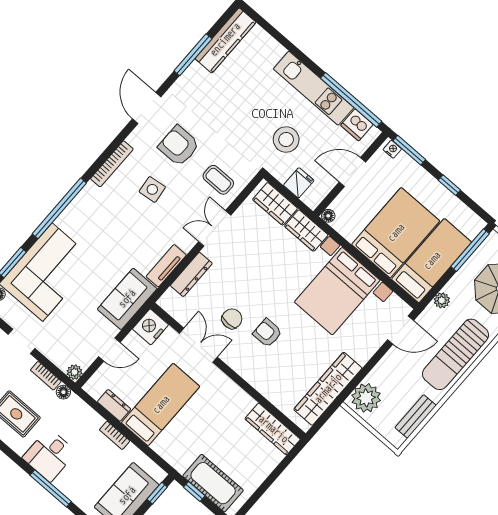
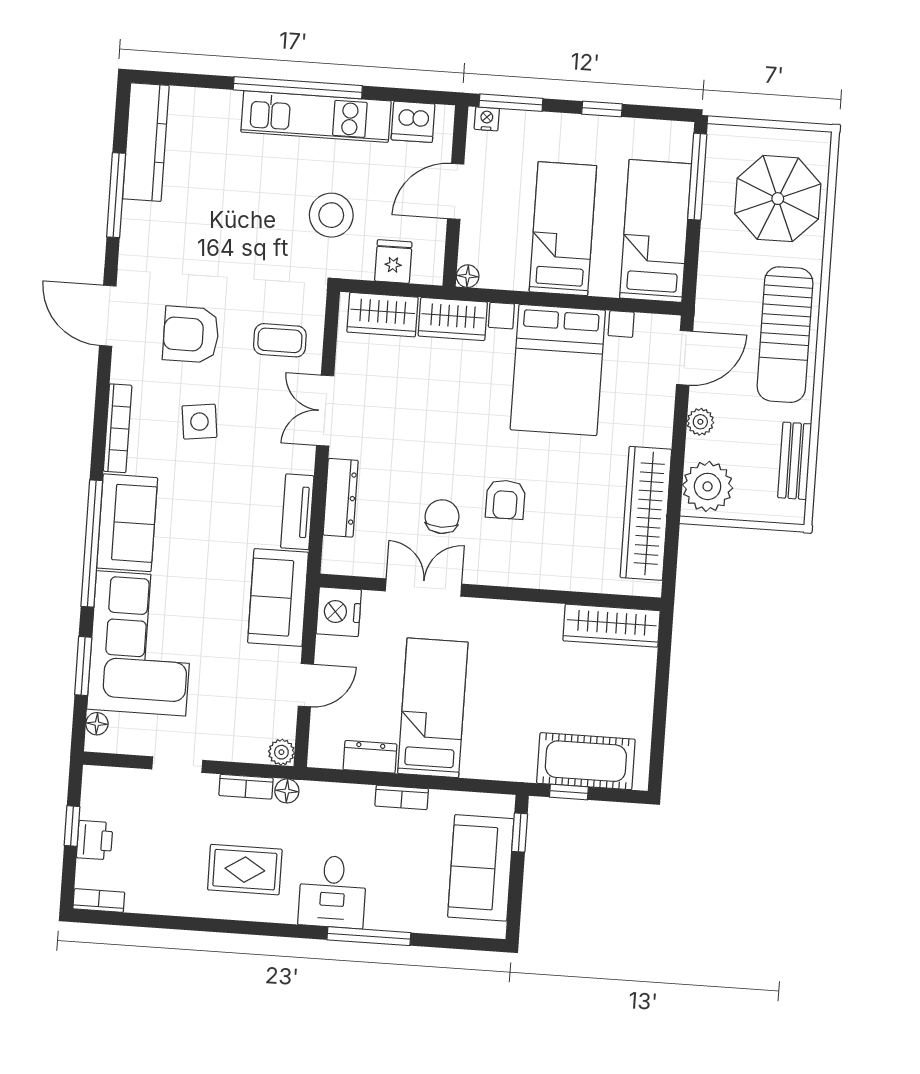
window: (351, 100) -> (298, 88), moved
sofa: (83, 211) -> (127, 523), added
bed: (396, 233) -> (563, 229), width x0.67
plant: (442, 300) -> (700, 422), moved
armchair: (267, 333) -> (505, 499), turned -90

